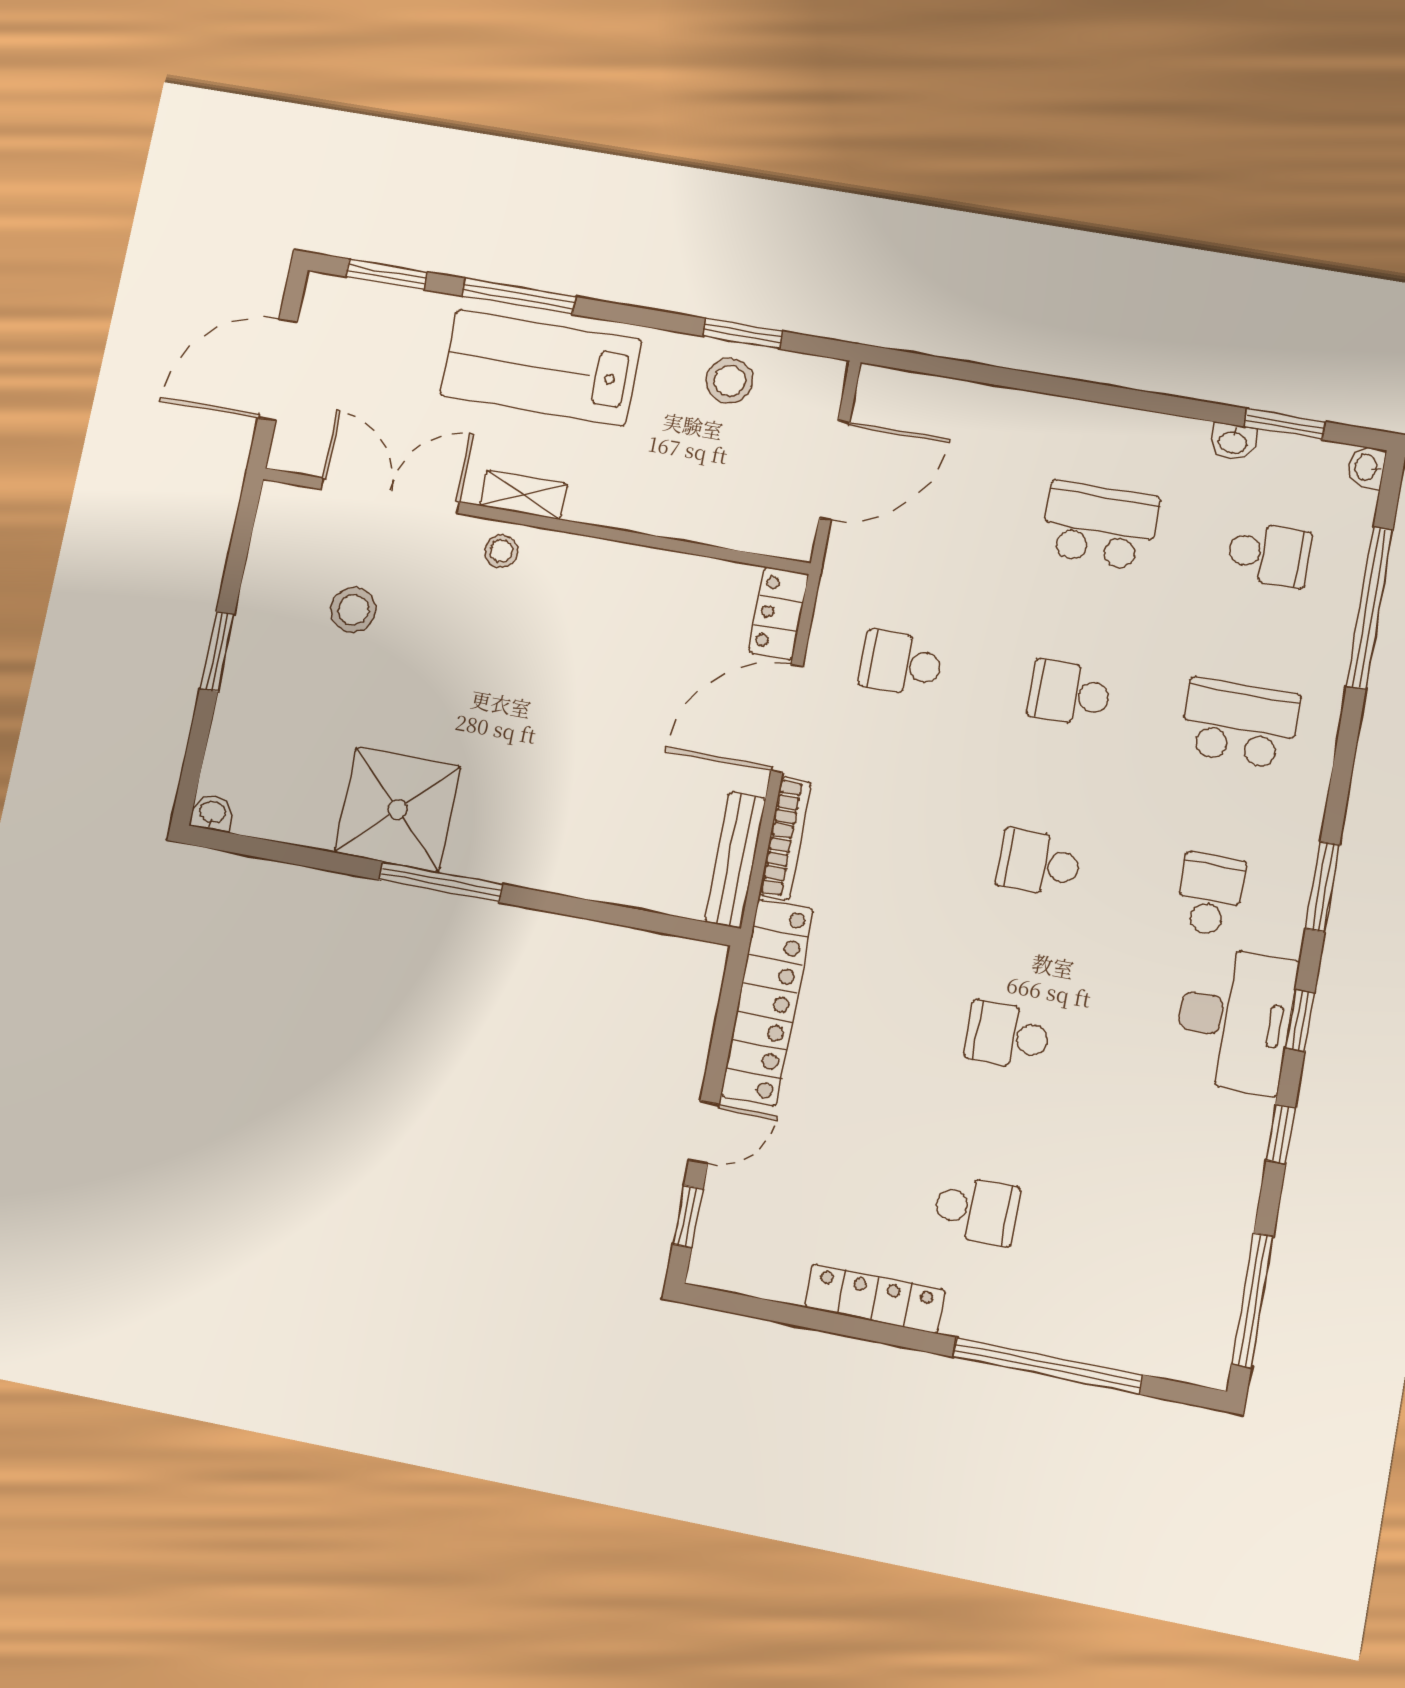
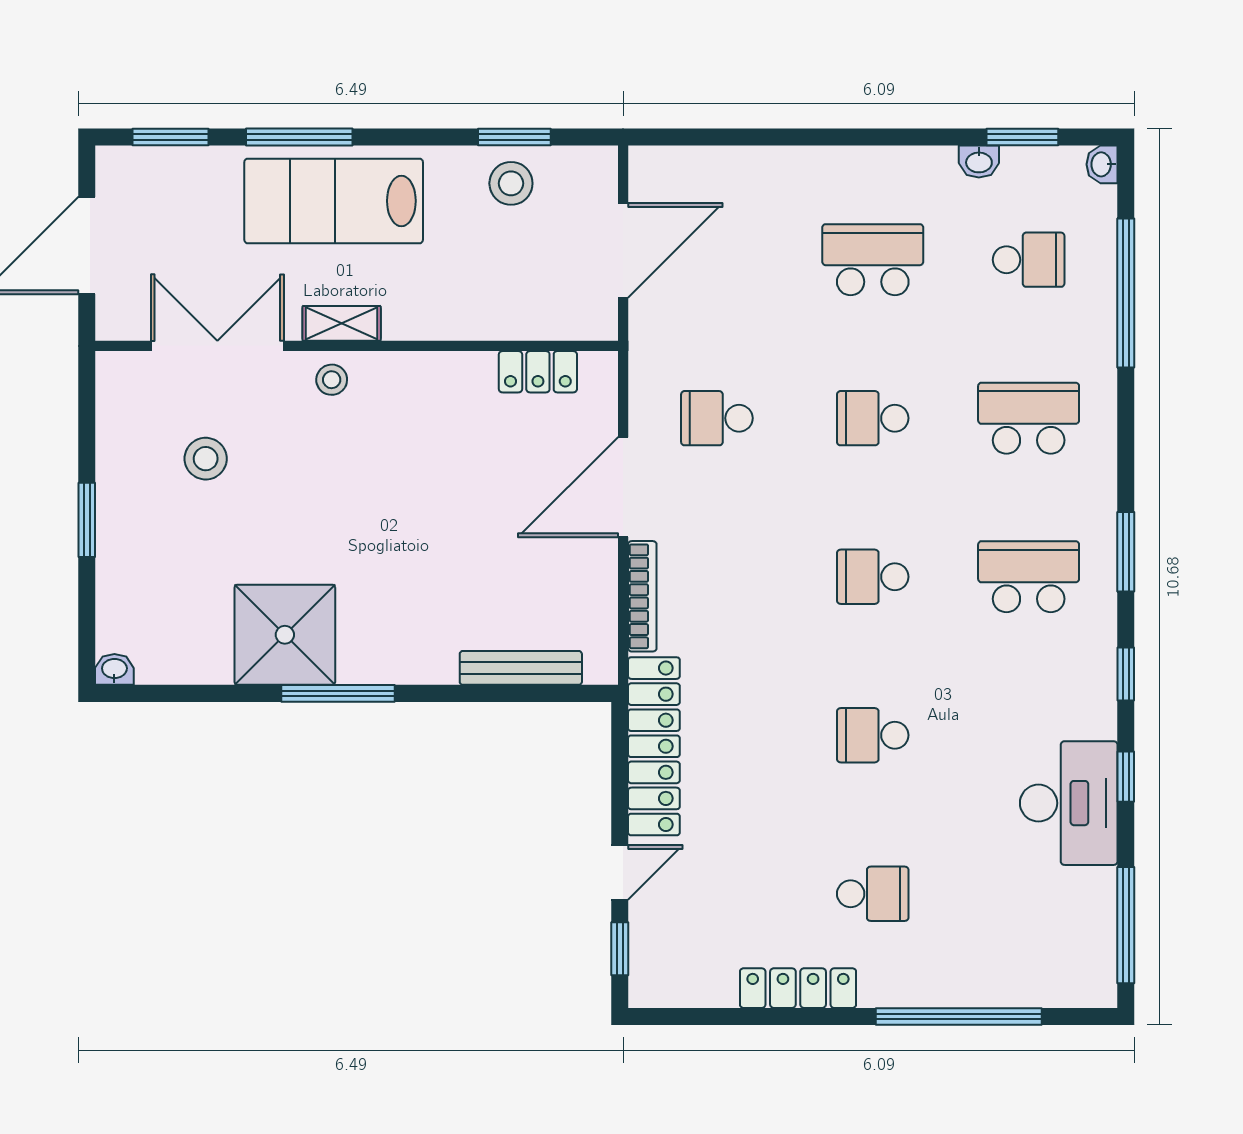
locker: (779, 613) -> (538, 372), moved, turned -90
bench: (735, 860) -> (521, 668), moved, turned 90
school desk: (1210, 894) -> (1029, 577), width x1.85
desk: (1234, 1019) -> (1069, 803), moved

